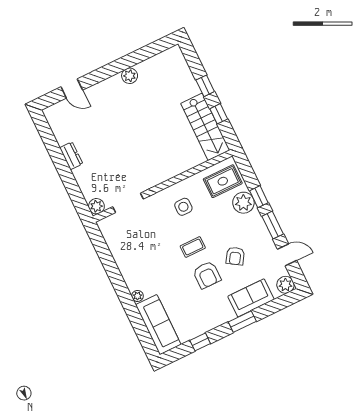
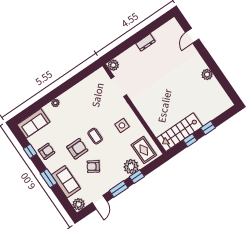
armchair: (207, 275) -> (77, 149), turned 180
armchair: (204, 319) -> (46, 151), added
sofa: (158, 325) -> (33, 123), width x0.73

